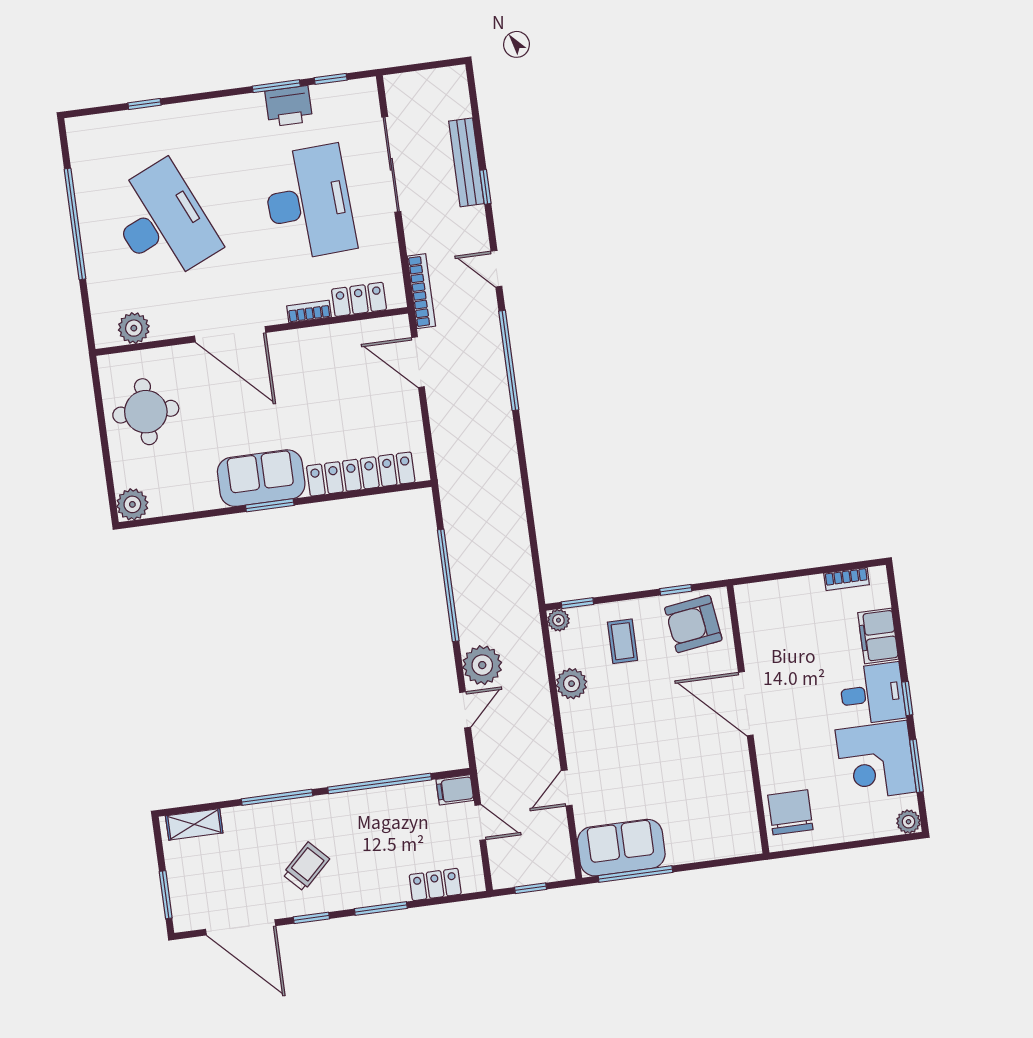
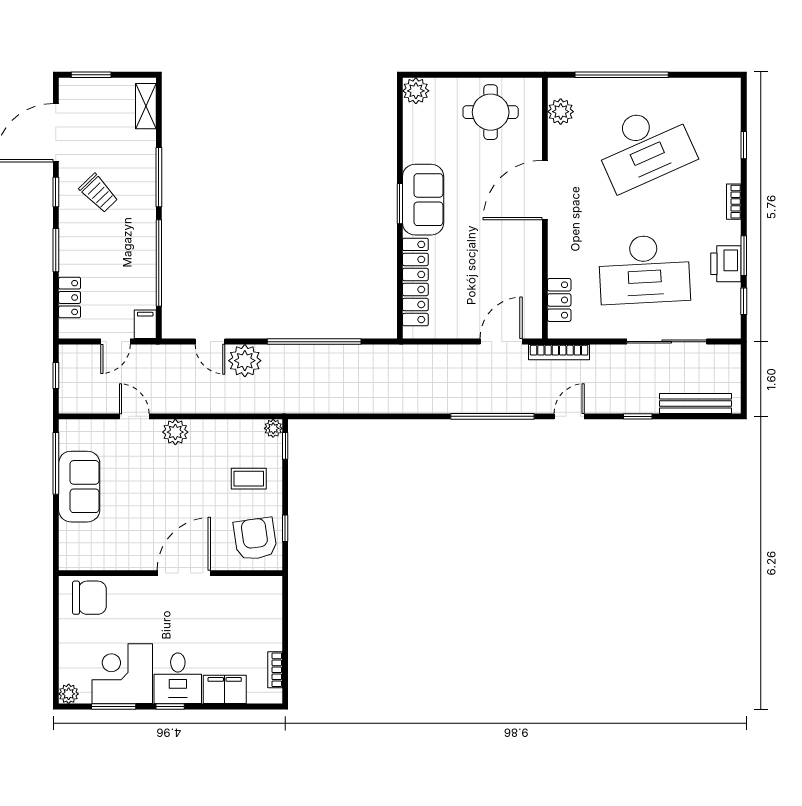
bench: (466, 162) -> (696, 404), moved
window: (75, 224) -> (622, 75), moved
bookcase: (309, 312) -> (734, 202), moved, turned 180
plant: (572, 684) -> (175, 432), moved
sofa: (621, 848) -> (79, 487), moved

